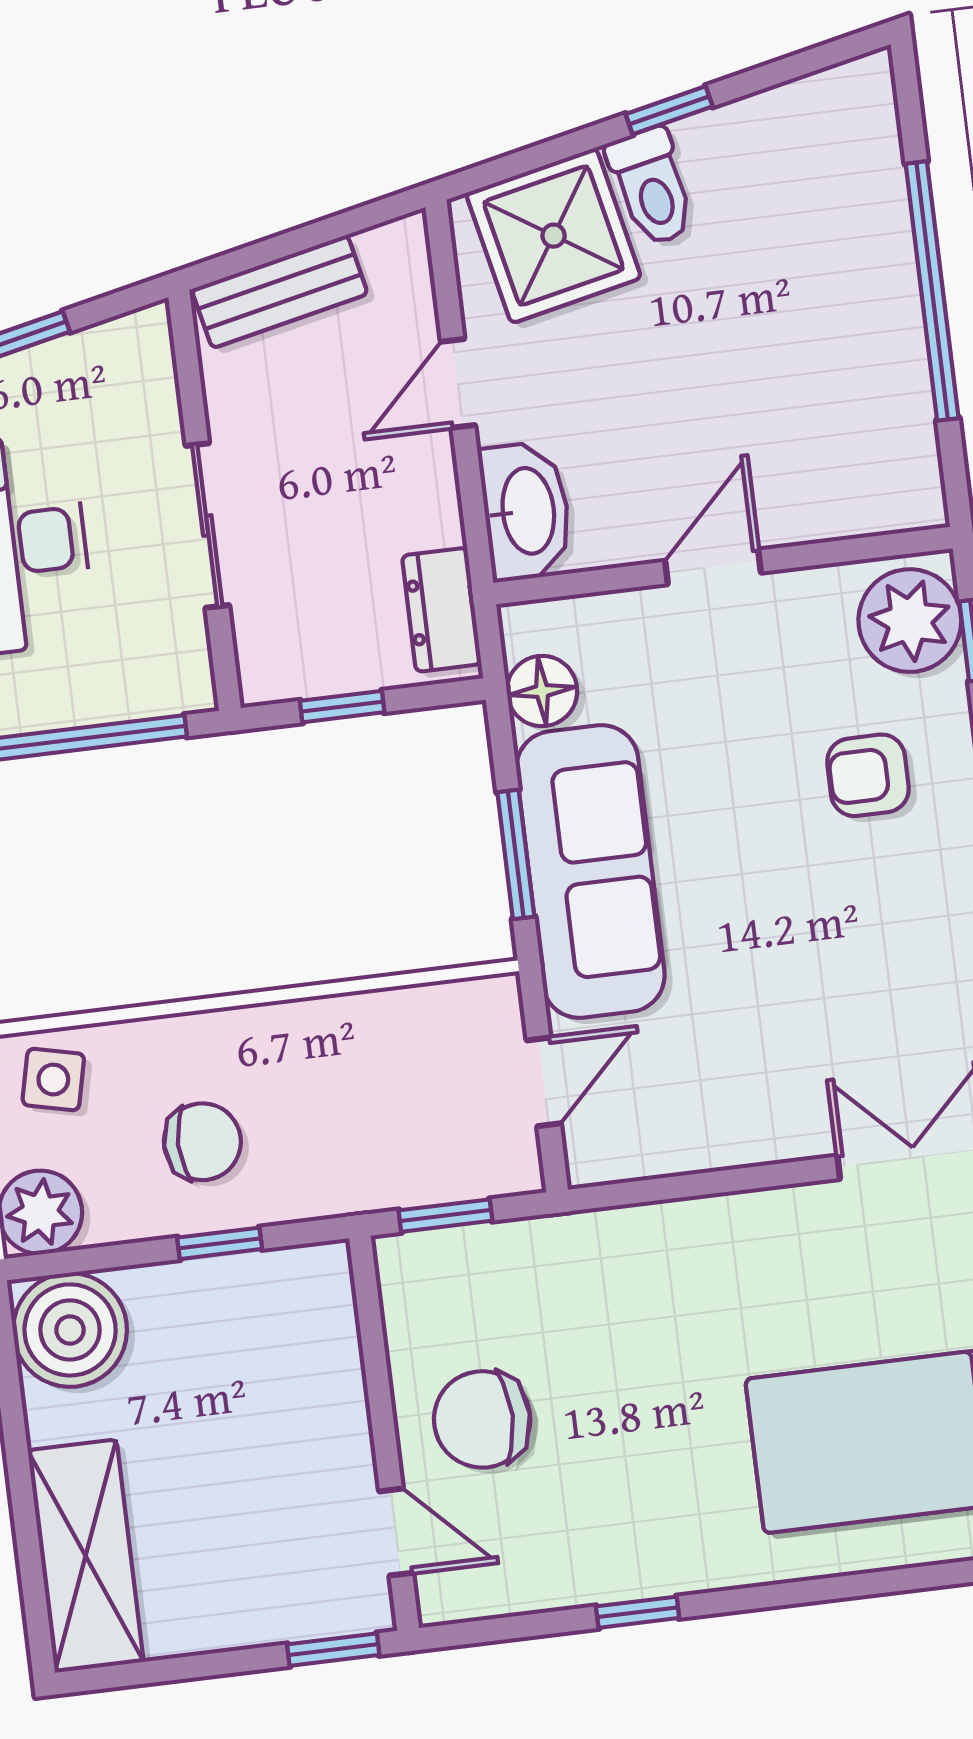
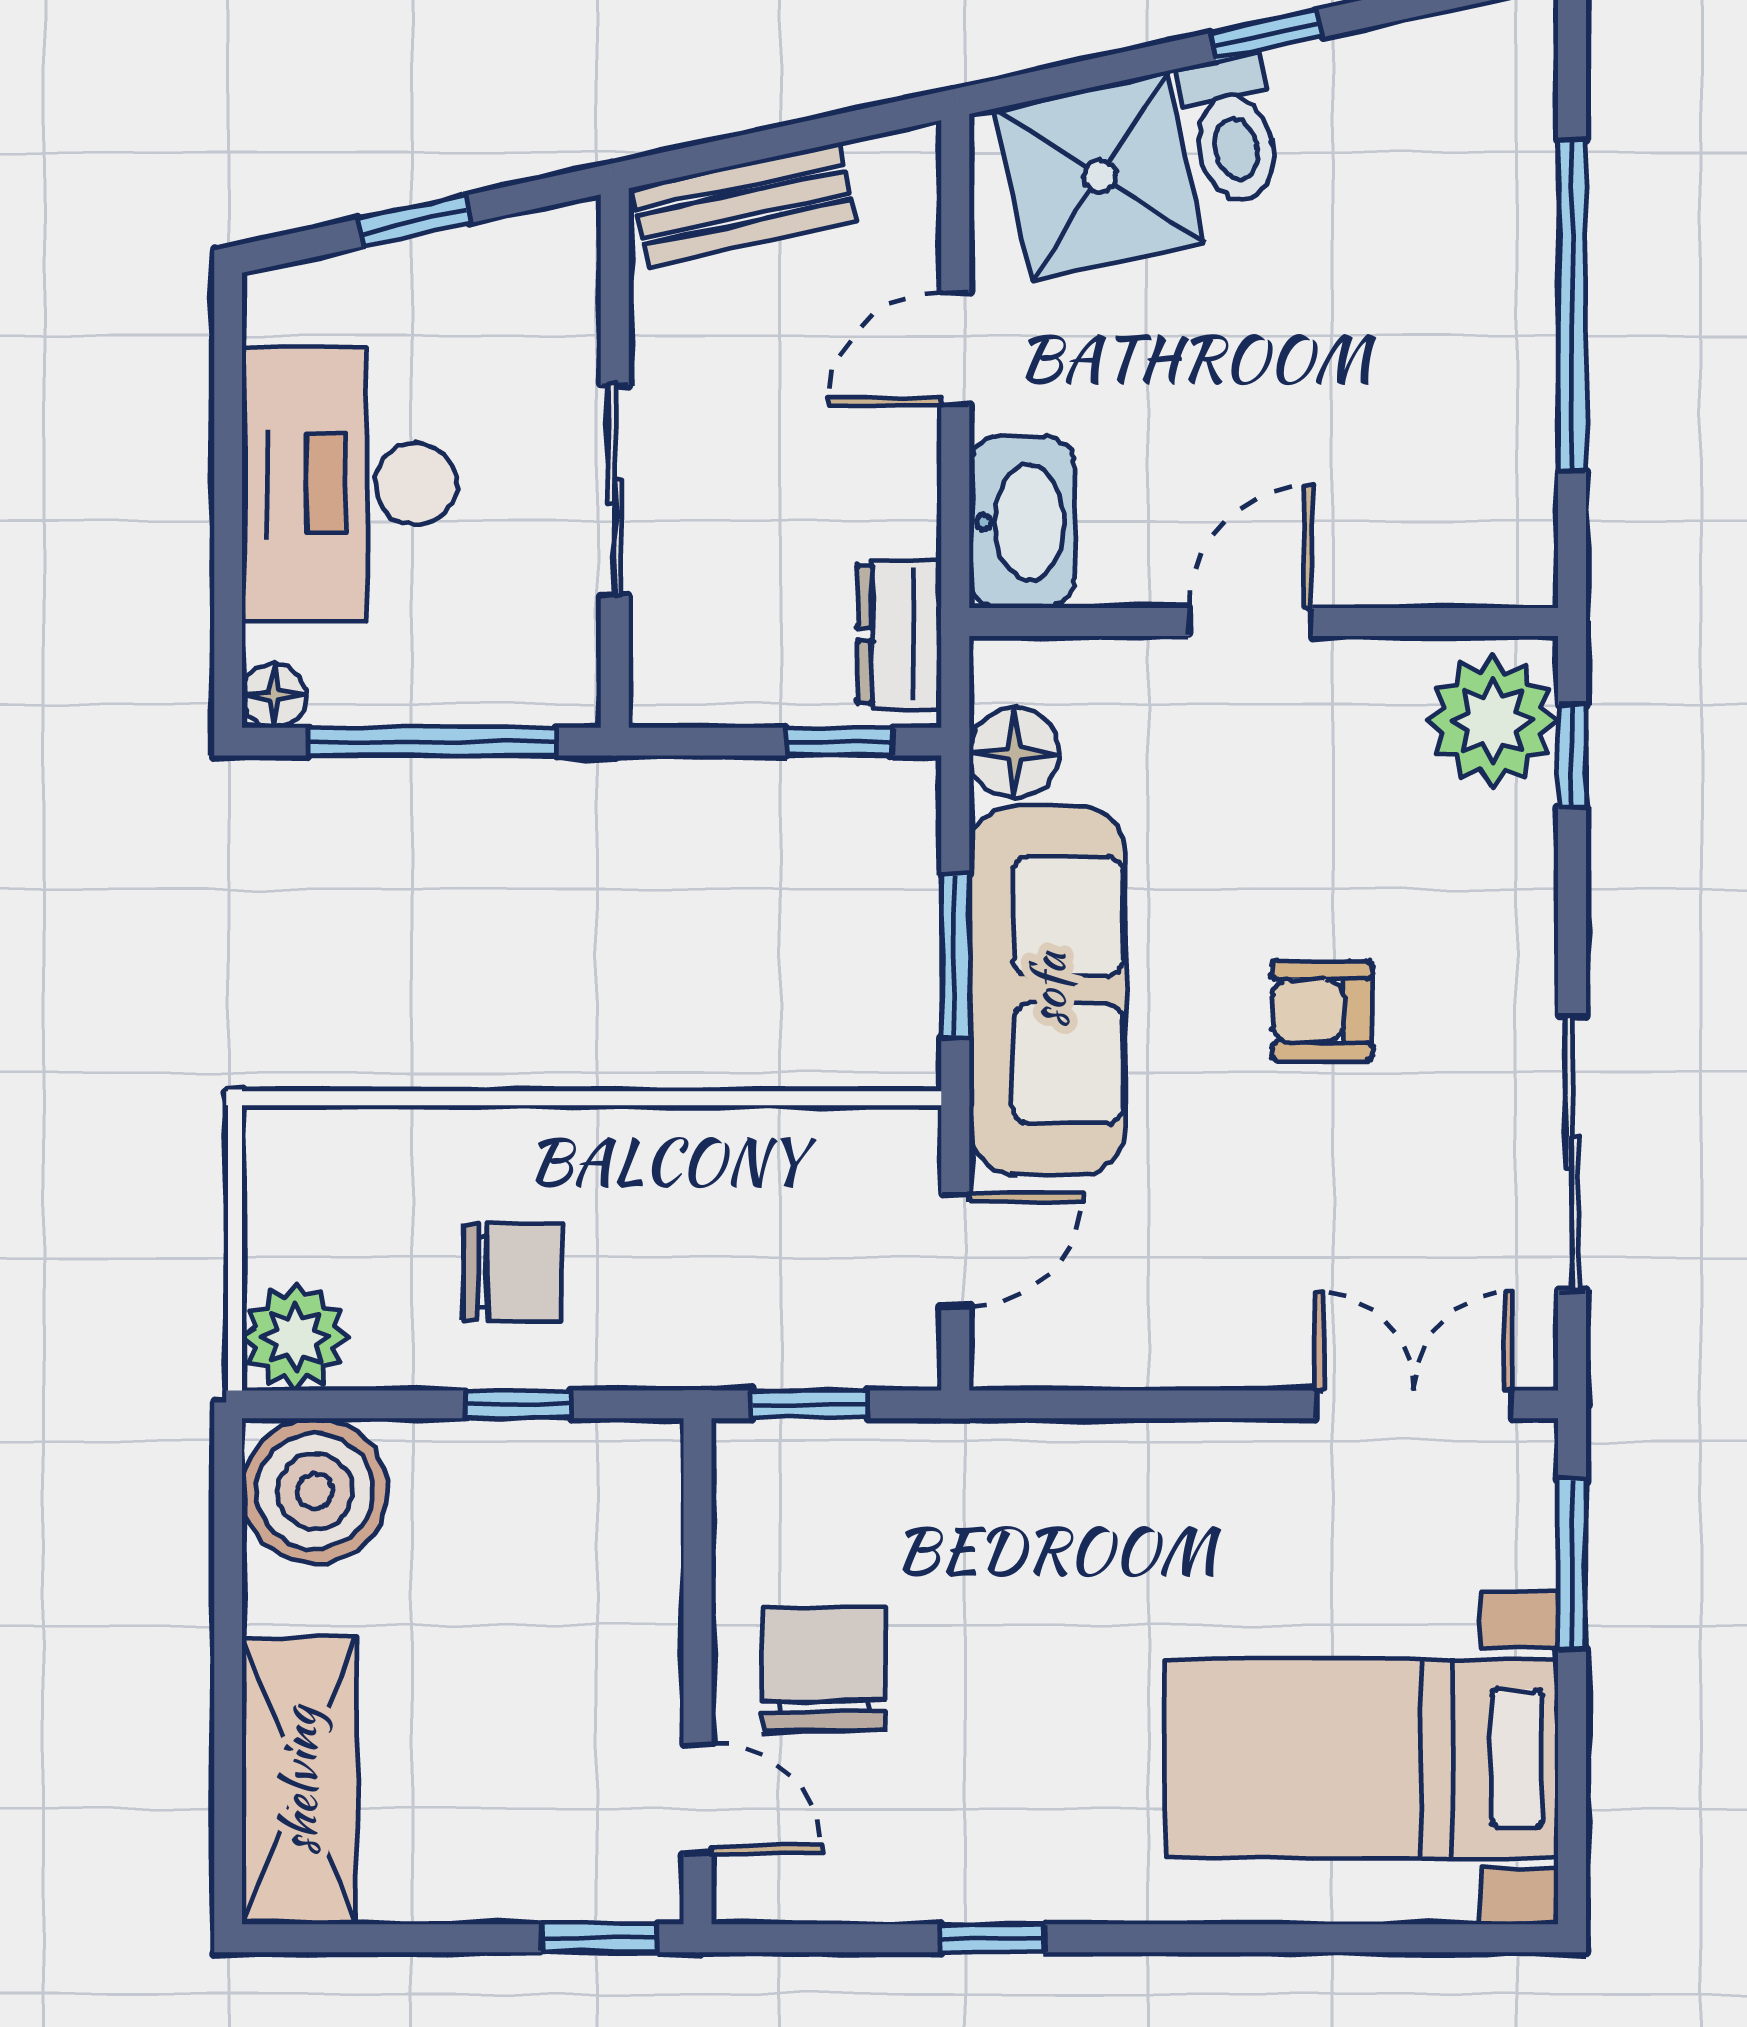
window: (342, 707) -> (840, 742), moved
armchair: (868, 775) -> (1322, 1011), moved
side table: (53, 1080) -> (333, 1170), removed
chair: (482, 1419) -> (824, 1669), turned 90

